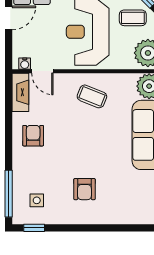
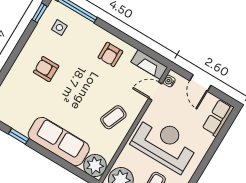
door: (9, 18) -> (200, 83), moved
armchair: (33, 136) -> (110, 54), turned 90

